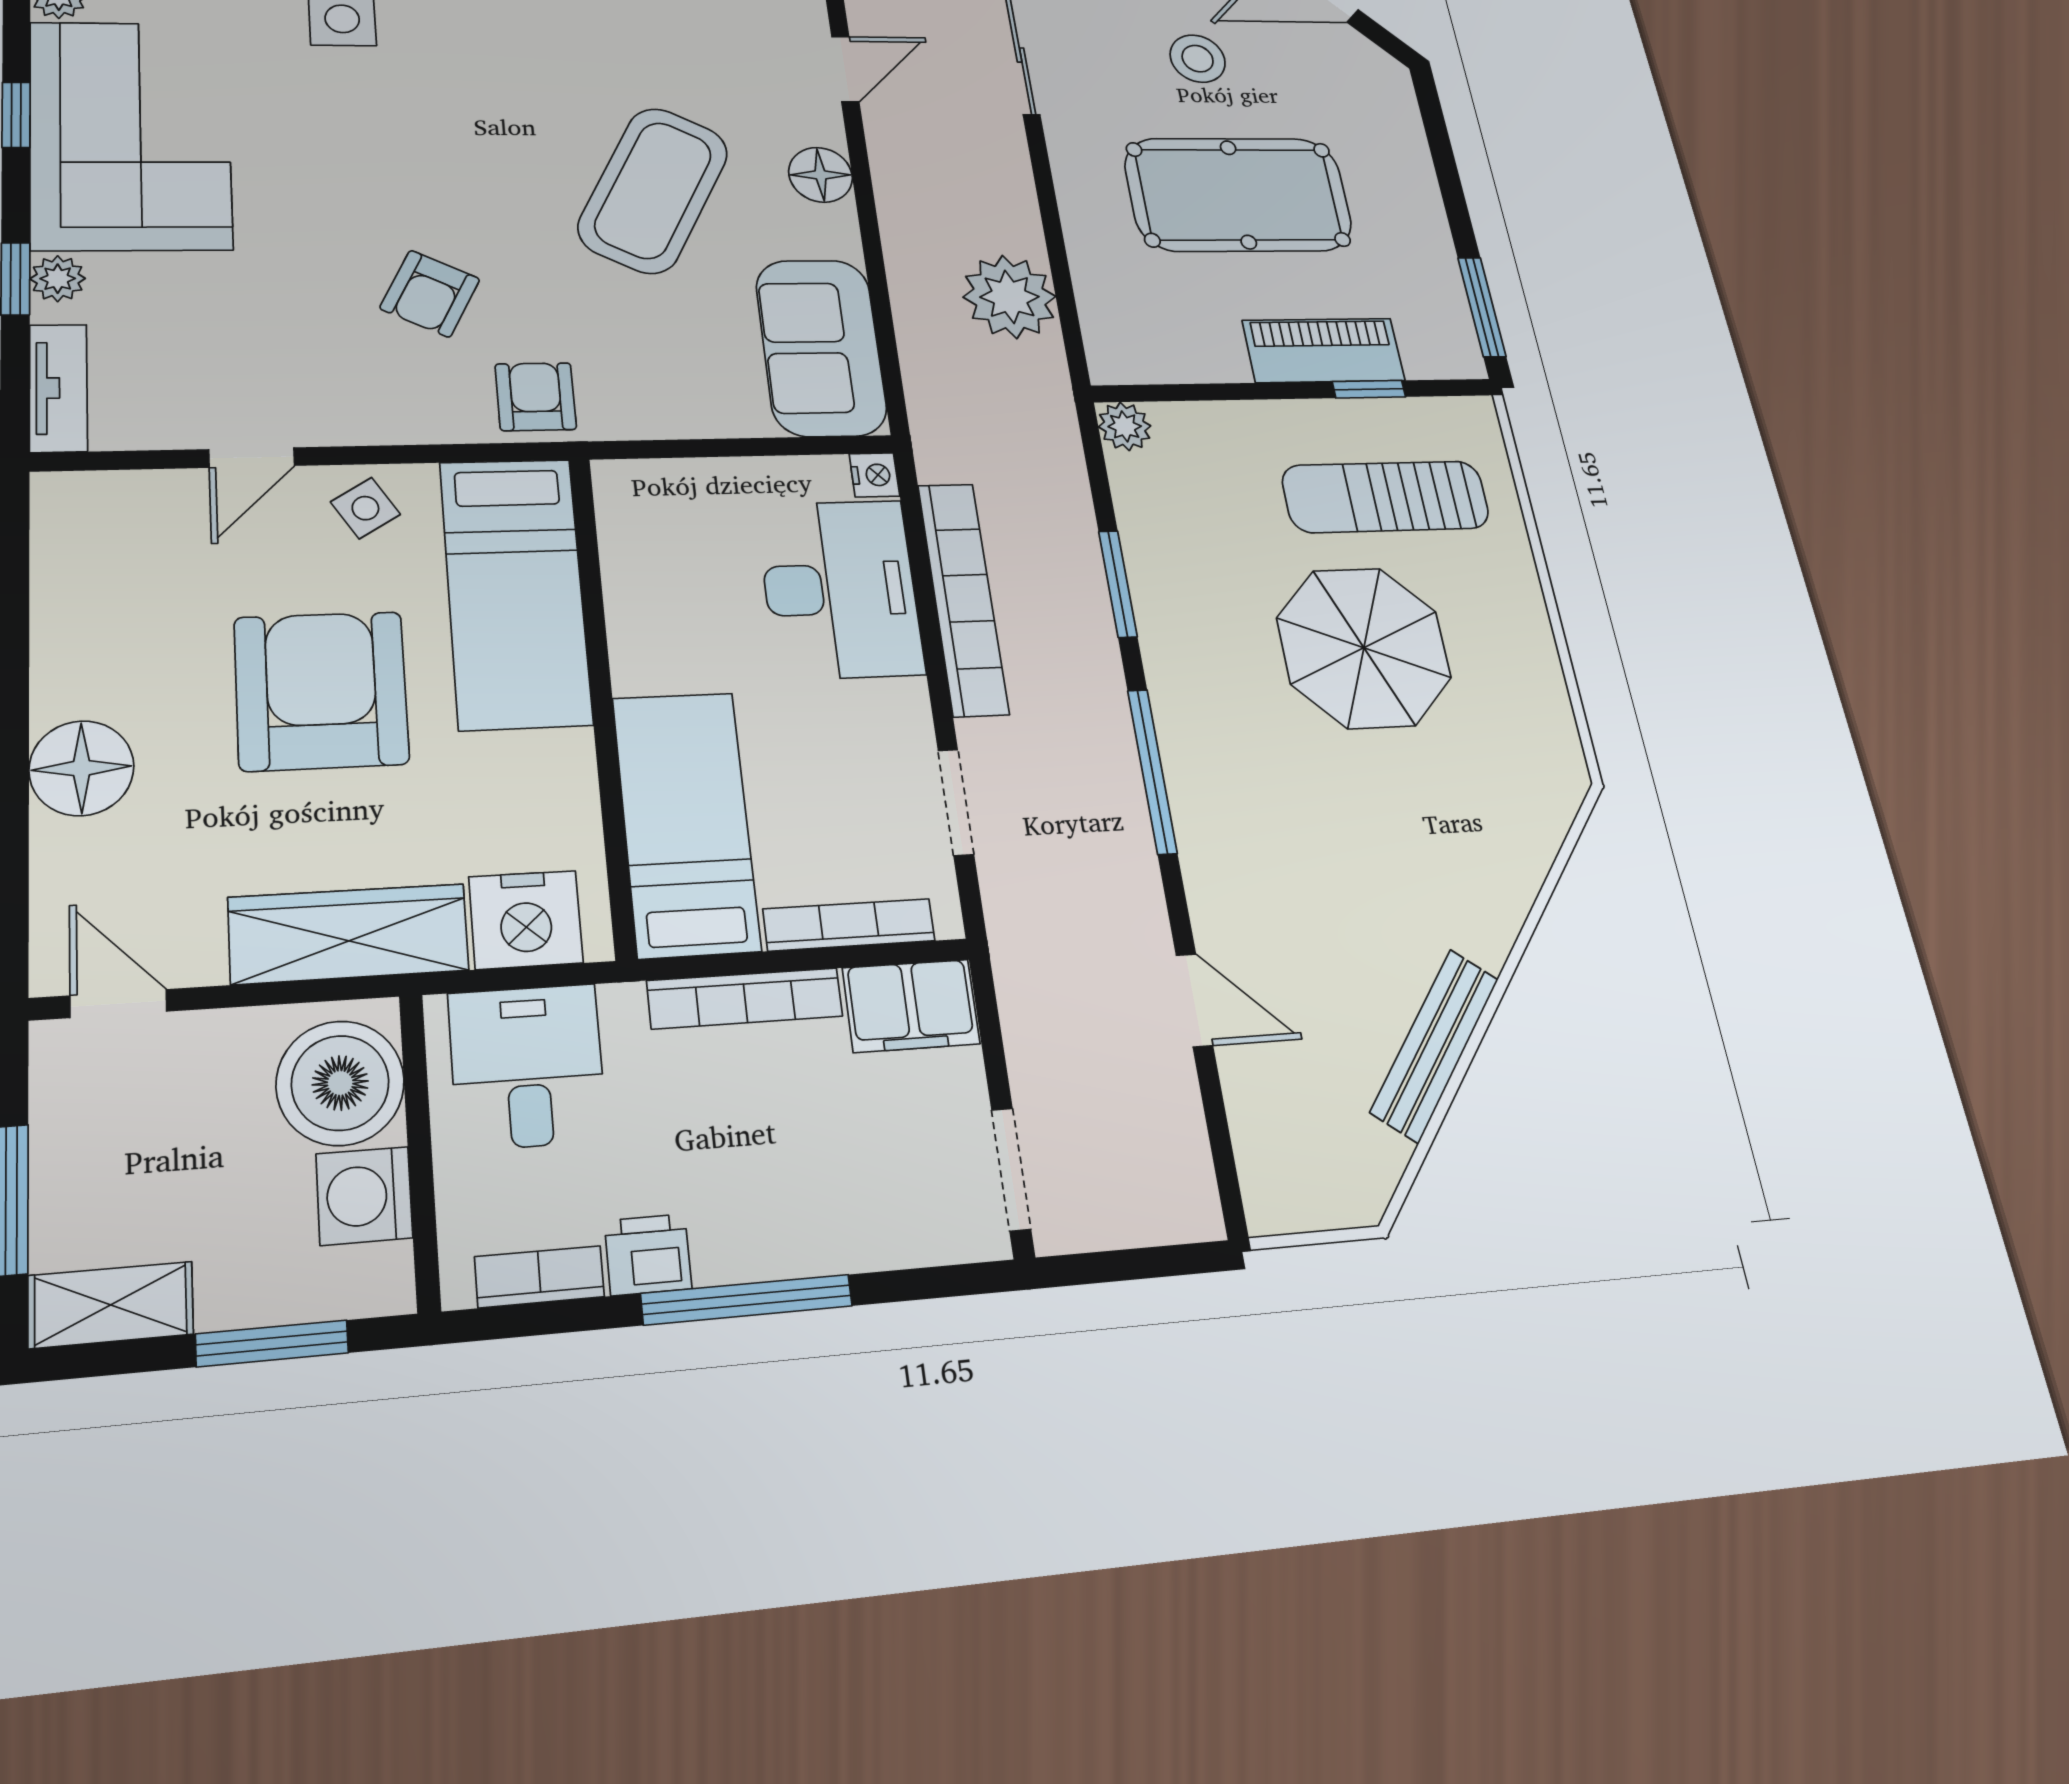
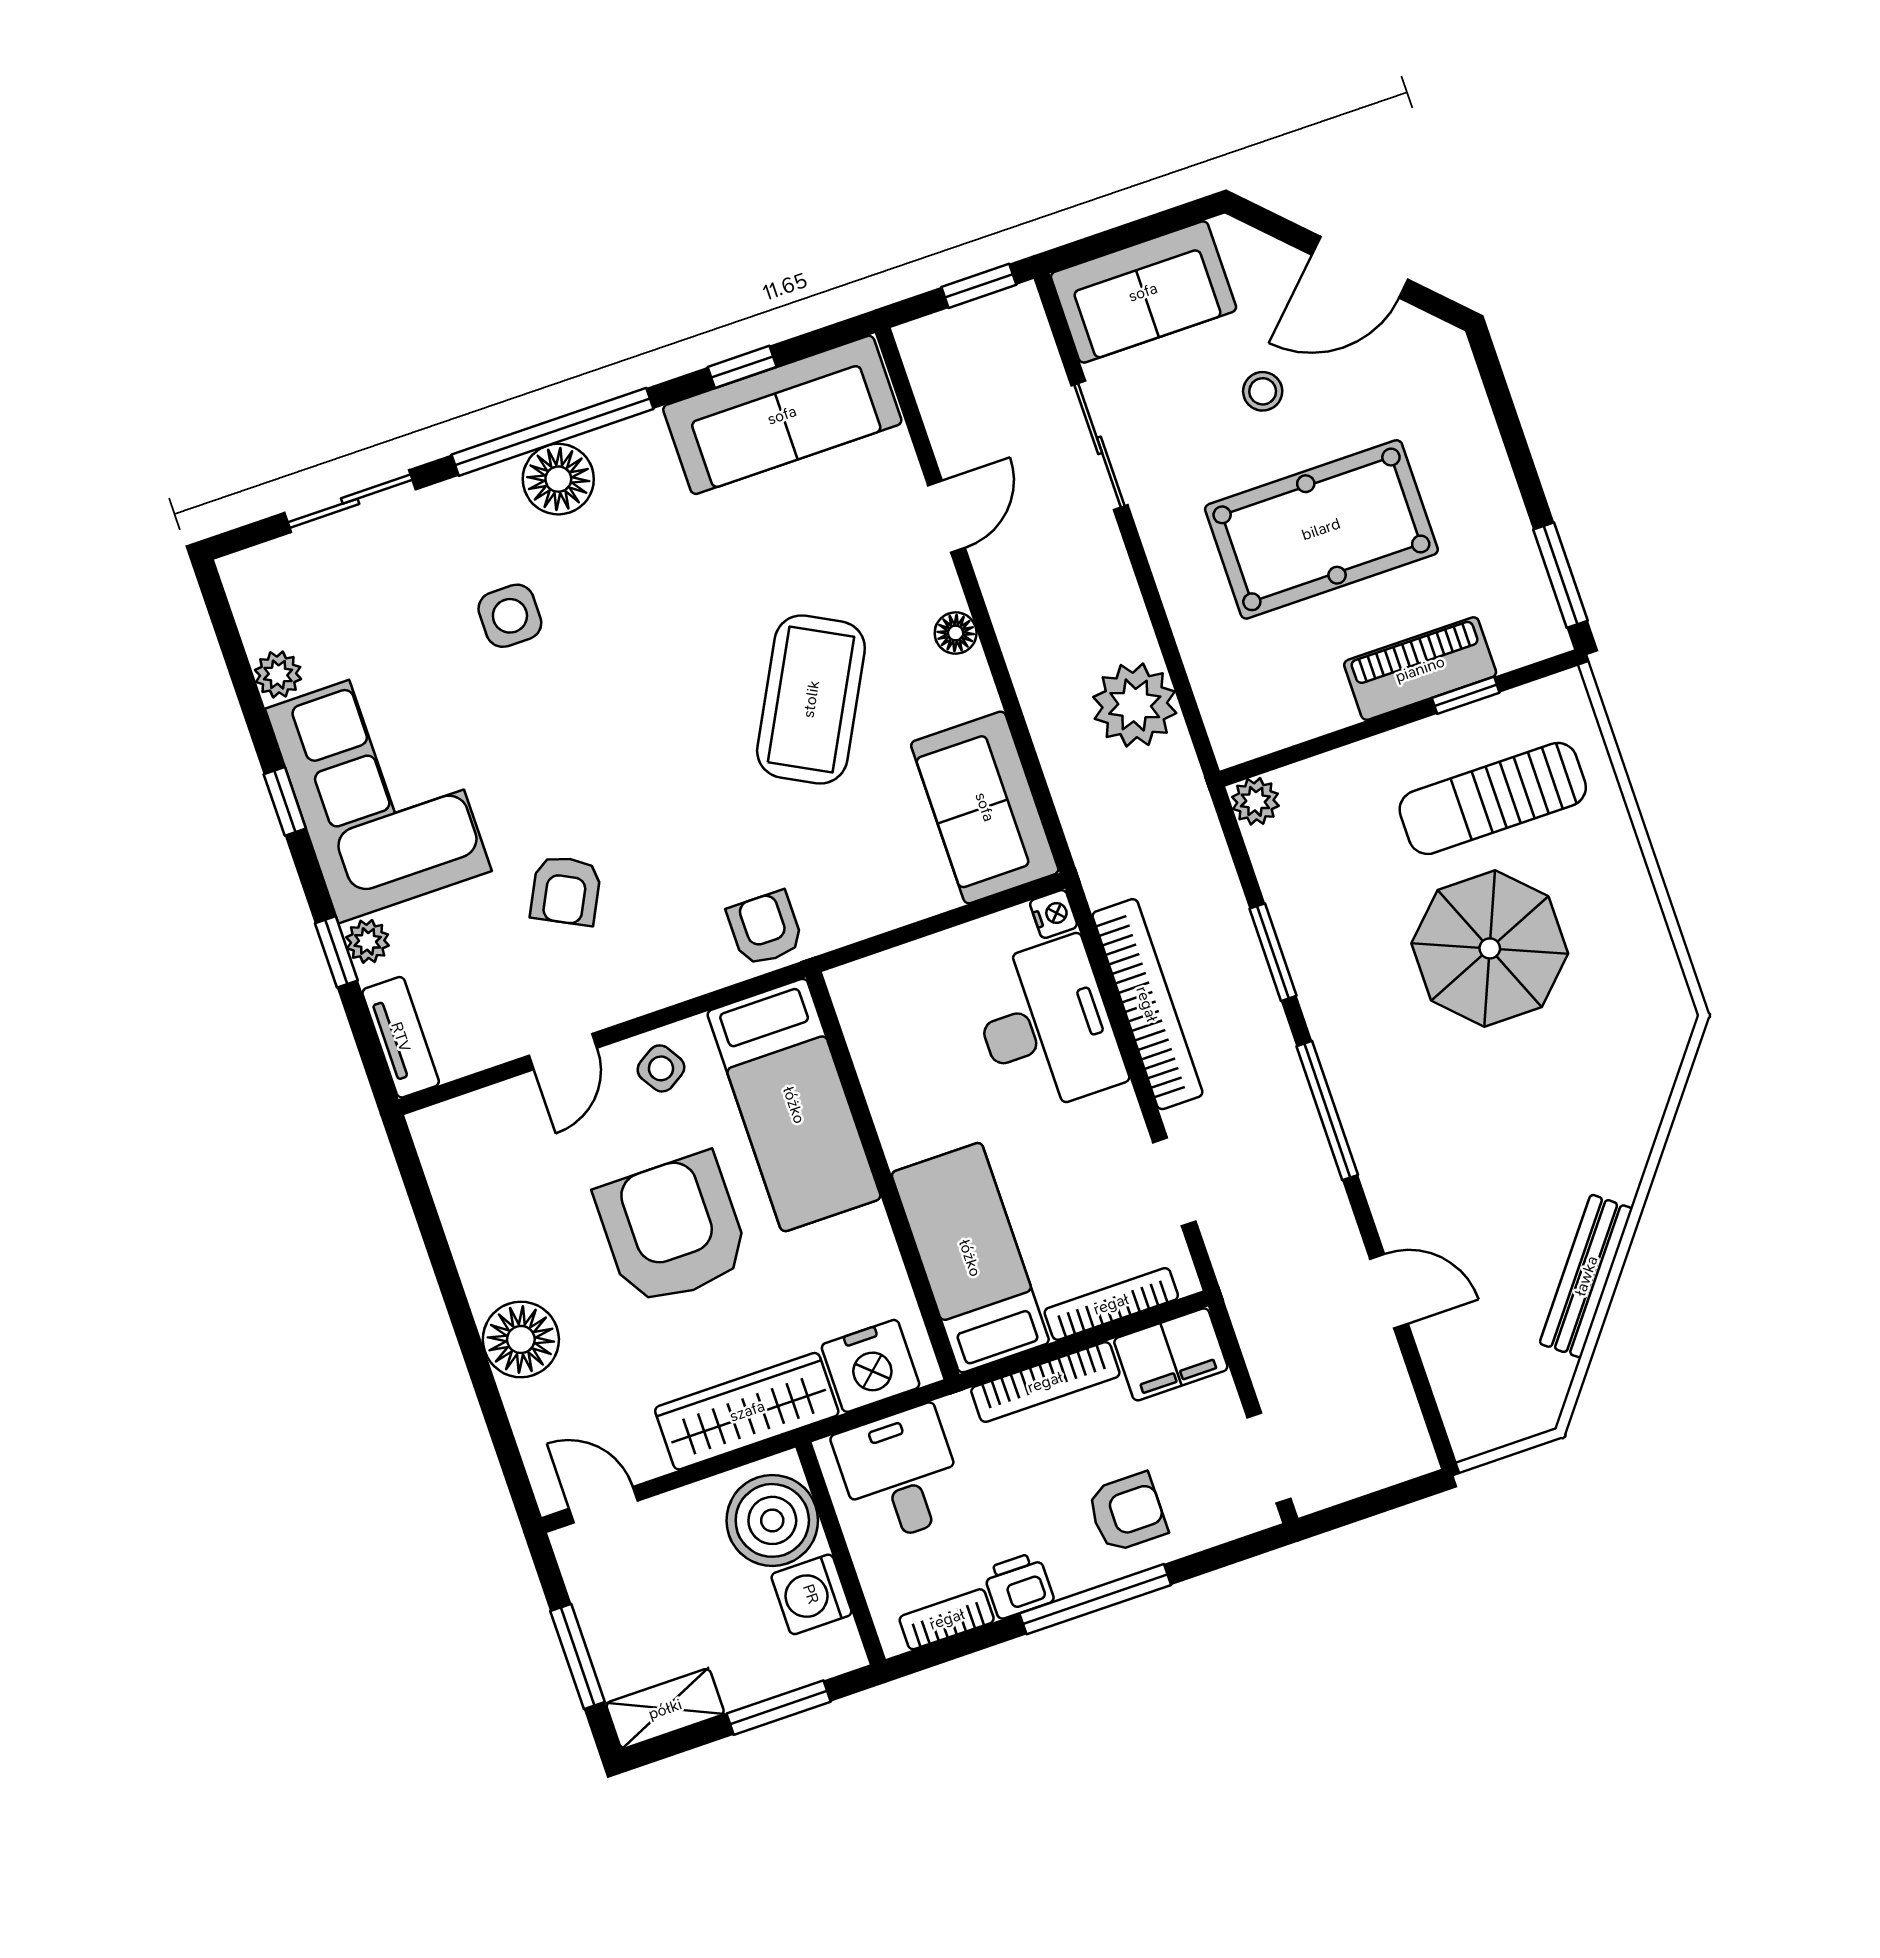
stool: (1198, 59) -> (1263, 391), width x0.73, depth x0.73
floor lamp: (821, 175) -> (956, 633), width x0.73, depth x0.73
armchair: (430, 294) -> (566, 890), moved
armchair: (814, 1193) -> (1127, 1512), added

